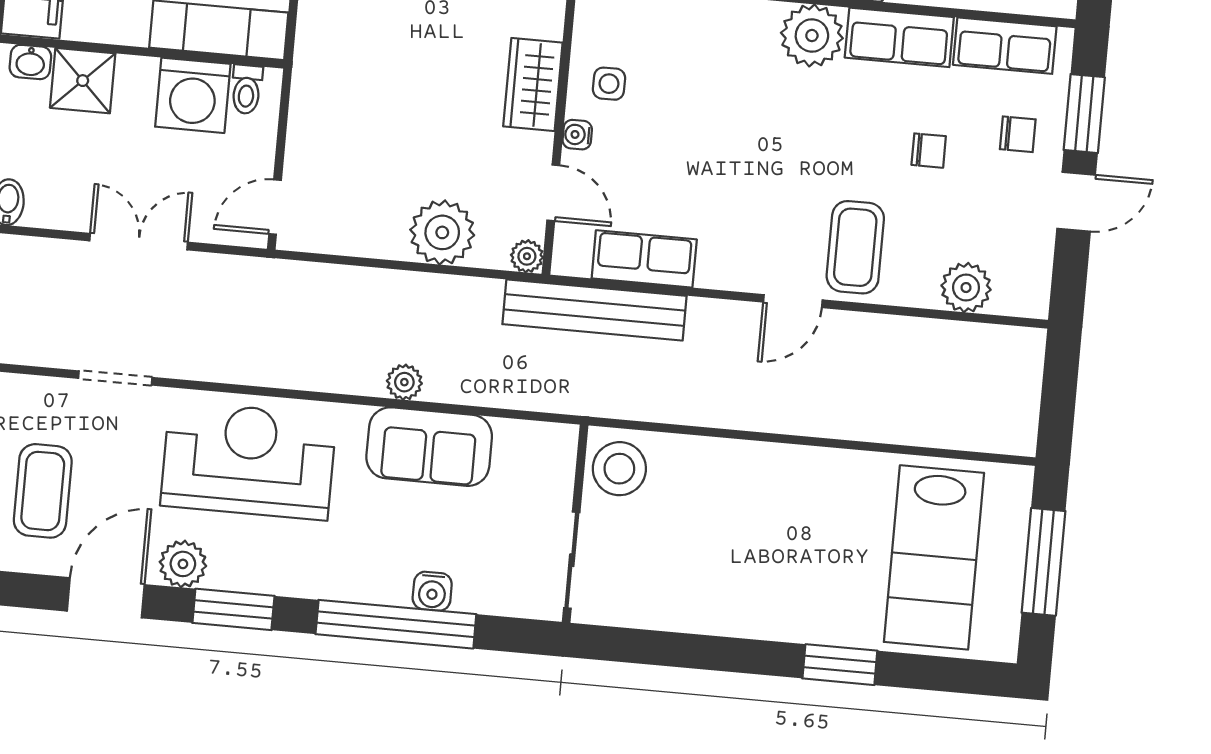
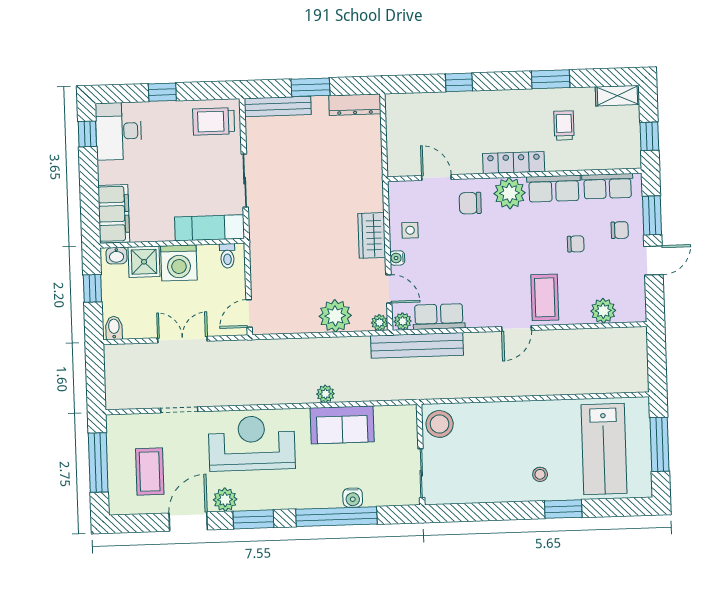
chair: (733, 45) -> (470, 203), added
washing machine: (193, 95) -> (179, 263), moved
plant: (573, 259) -> (403, 321), added
stool: (803, 591) -> (540, 474), added

